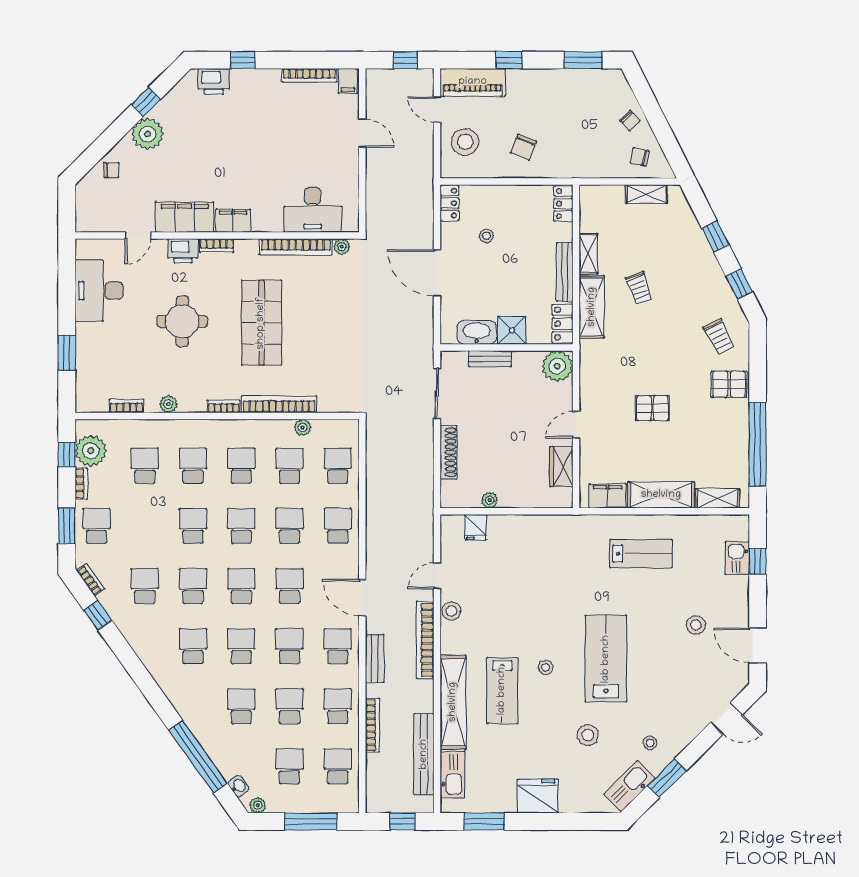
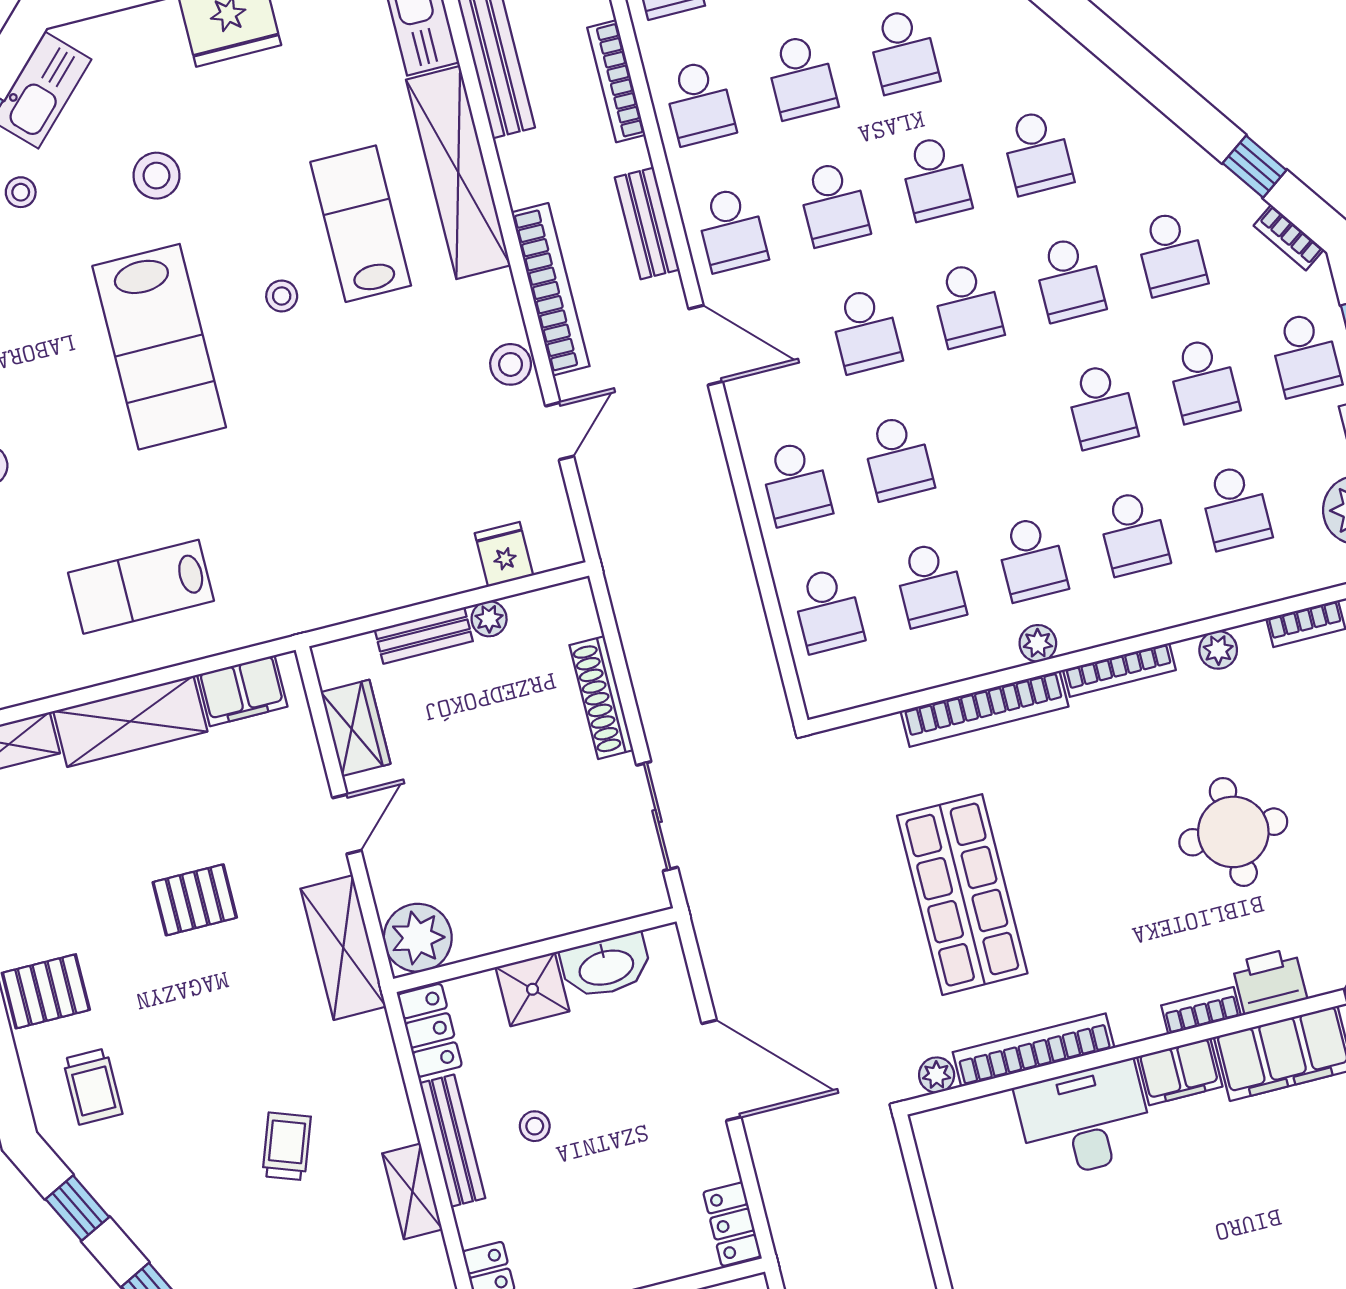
desk: (313, 210) -> (1085, 1120), moved
stool: (486, 236) -> (535, 1126), moved
trolley: (639, 288) -> (287, 1146), turned 40
shelving: (592, 307) -> (343, 948), moved
shop shelf: (261, 323) -> (962, 895), moved
trolley: (719, 337) -> (93, 1086), turned -153
bench: (490, 359) -> (424, 635), moved
bookcase: (224, 406) -> (1119, 670), width x1.56
plant: (303, 427) -> (1038, 643), moved
school desk: (241, 526) -> (1203, 380), moved

